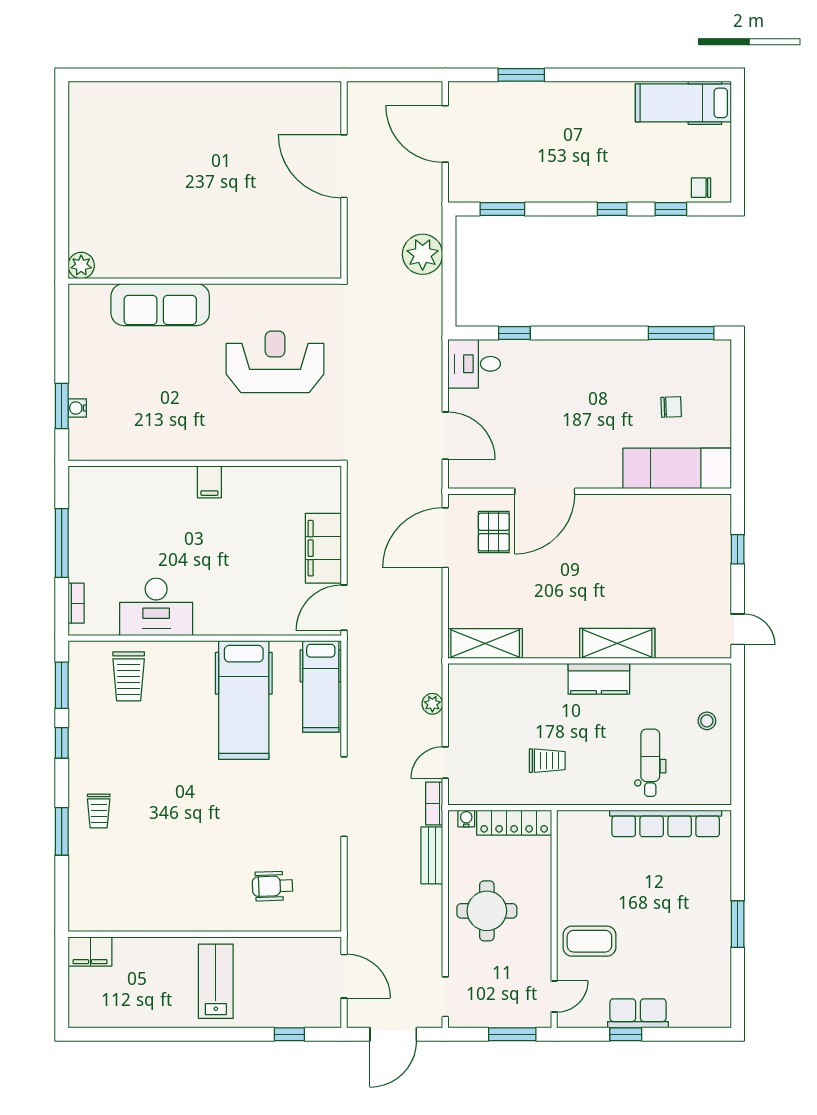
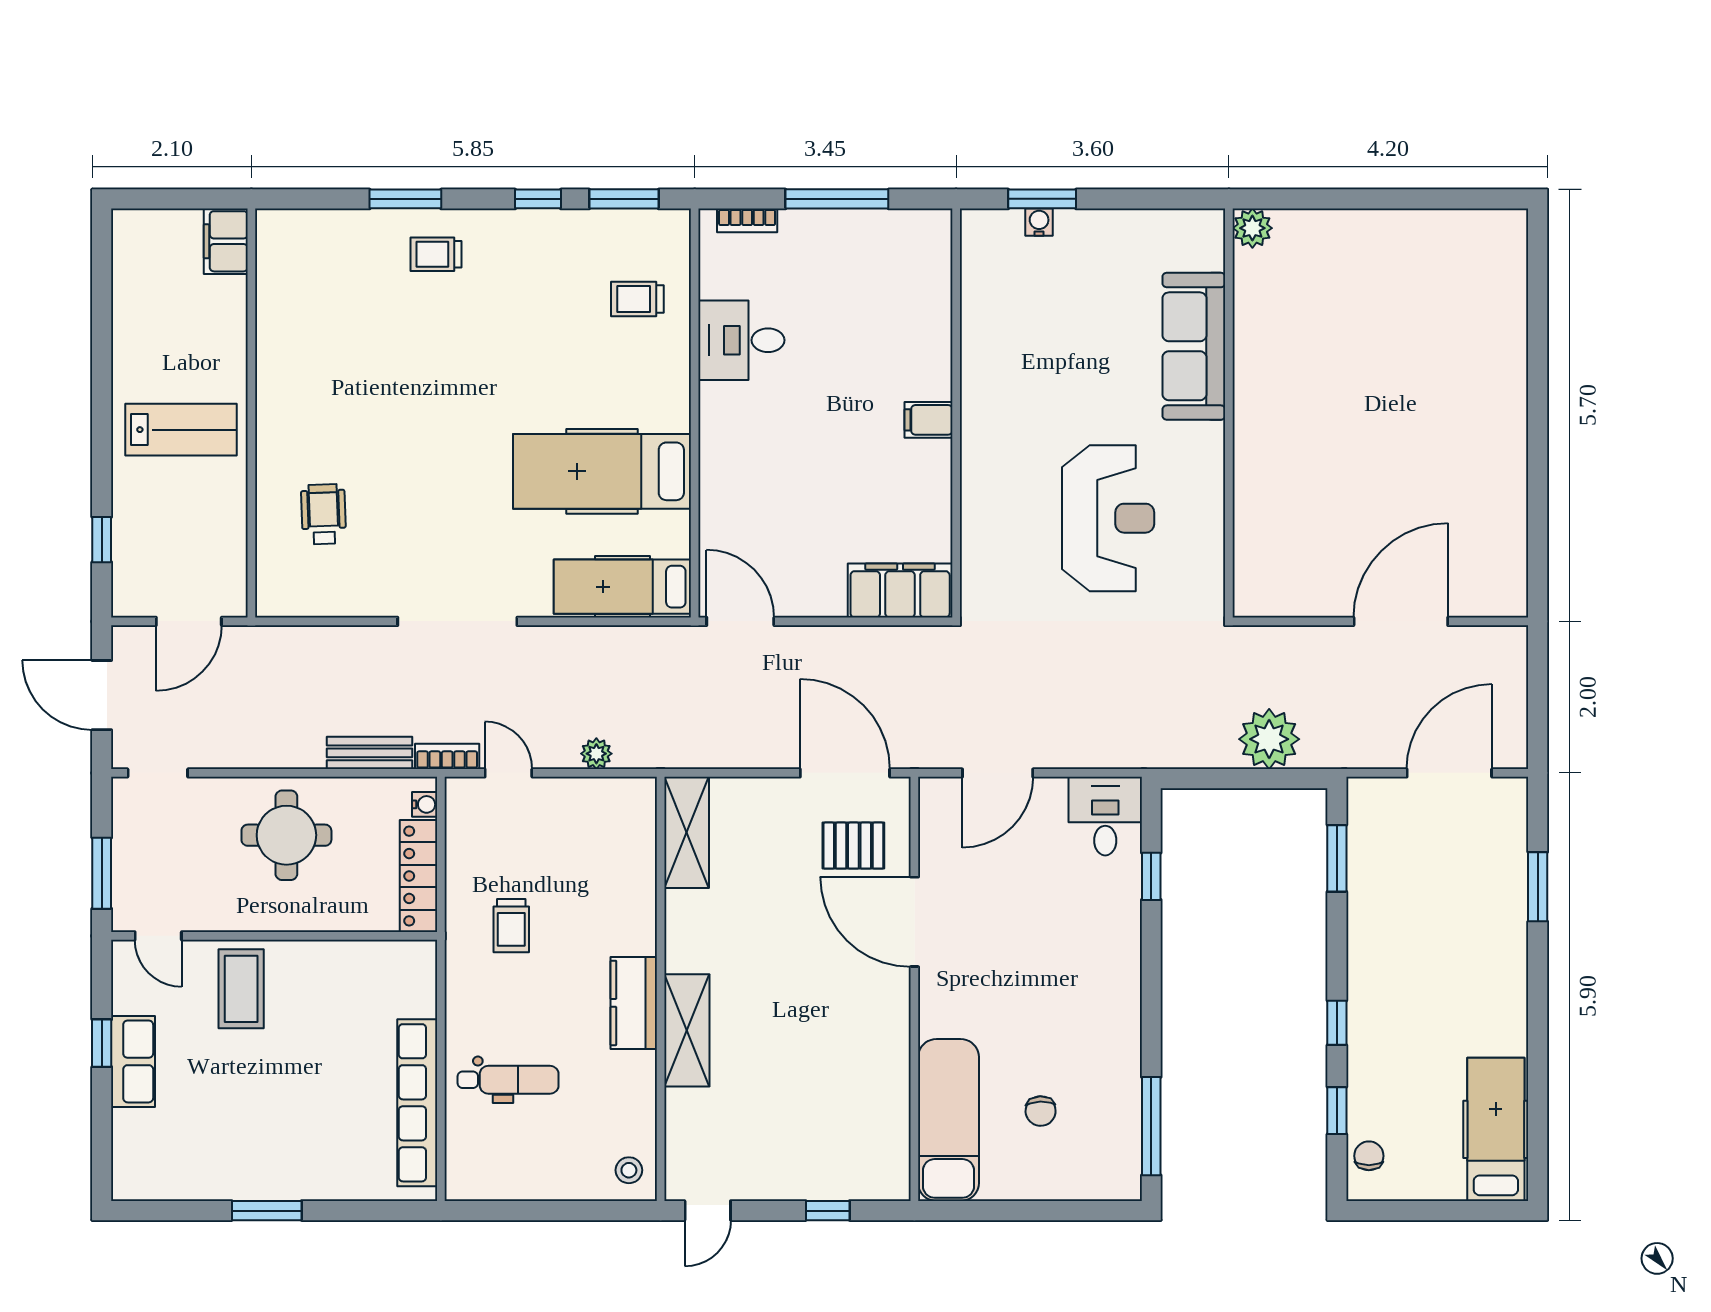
filing cabinet: (323, 548) -> (900, 591), moved
desk: (156, 607) -> (741, 340), width x0.73
trolley: (129, 676) -> (637, 299), width x0.73, depth x0.72
stool: (707, 721) -> (629, 1170), moved

